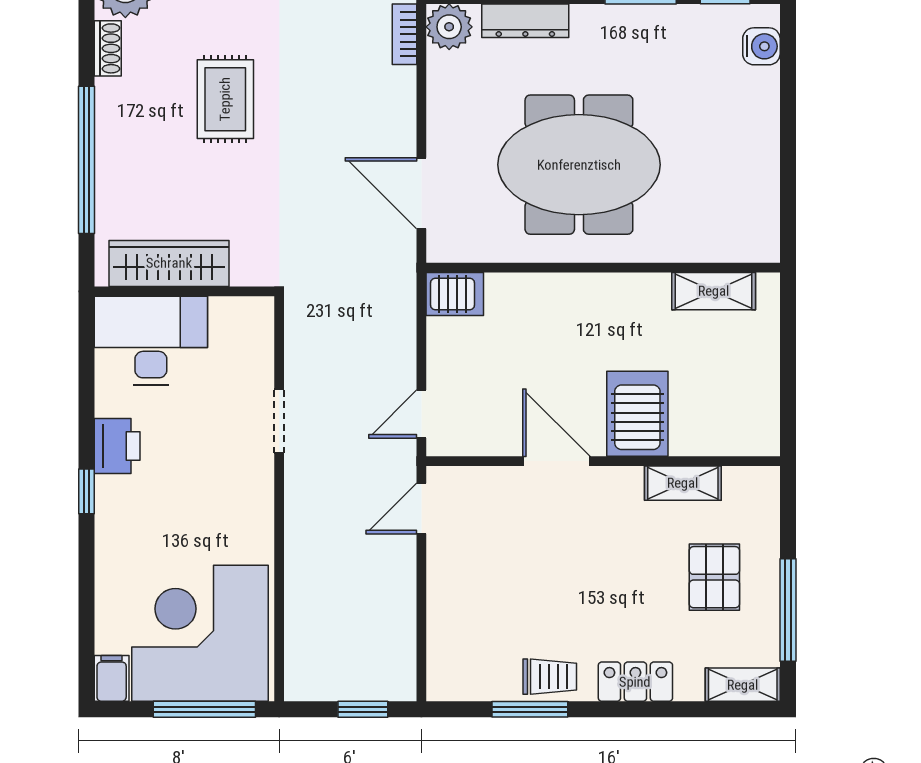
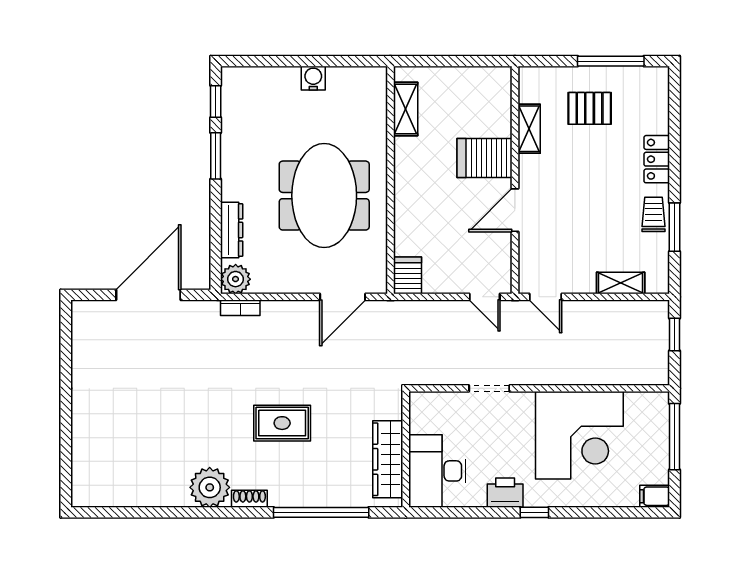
water cooler: (761, 46) -> (313, 78), moved
corner desk: (200, 633) -> (579, 435), moved, turned -90
shelving: (743, 685) -> (621, 283), moved, turned 90

